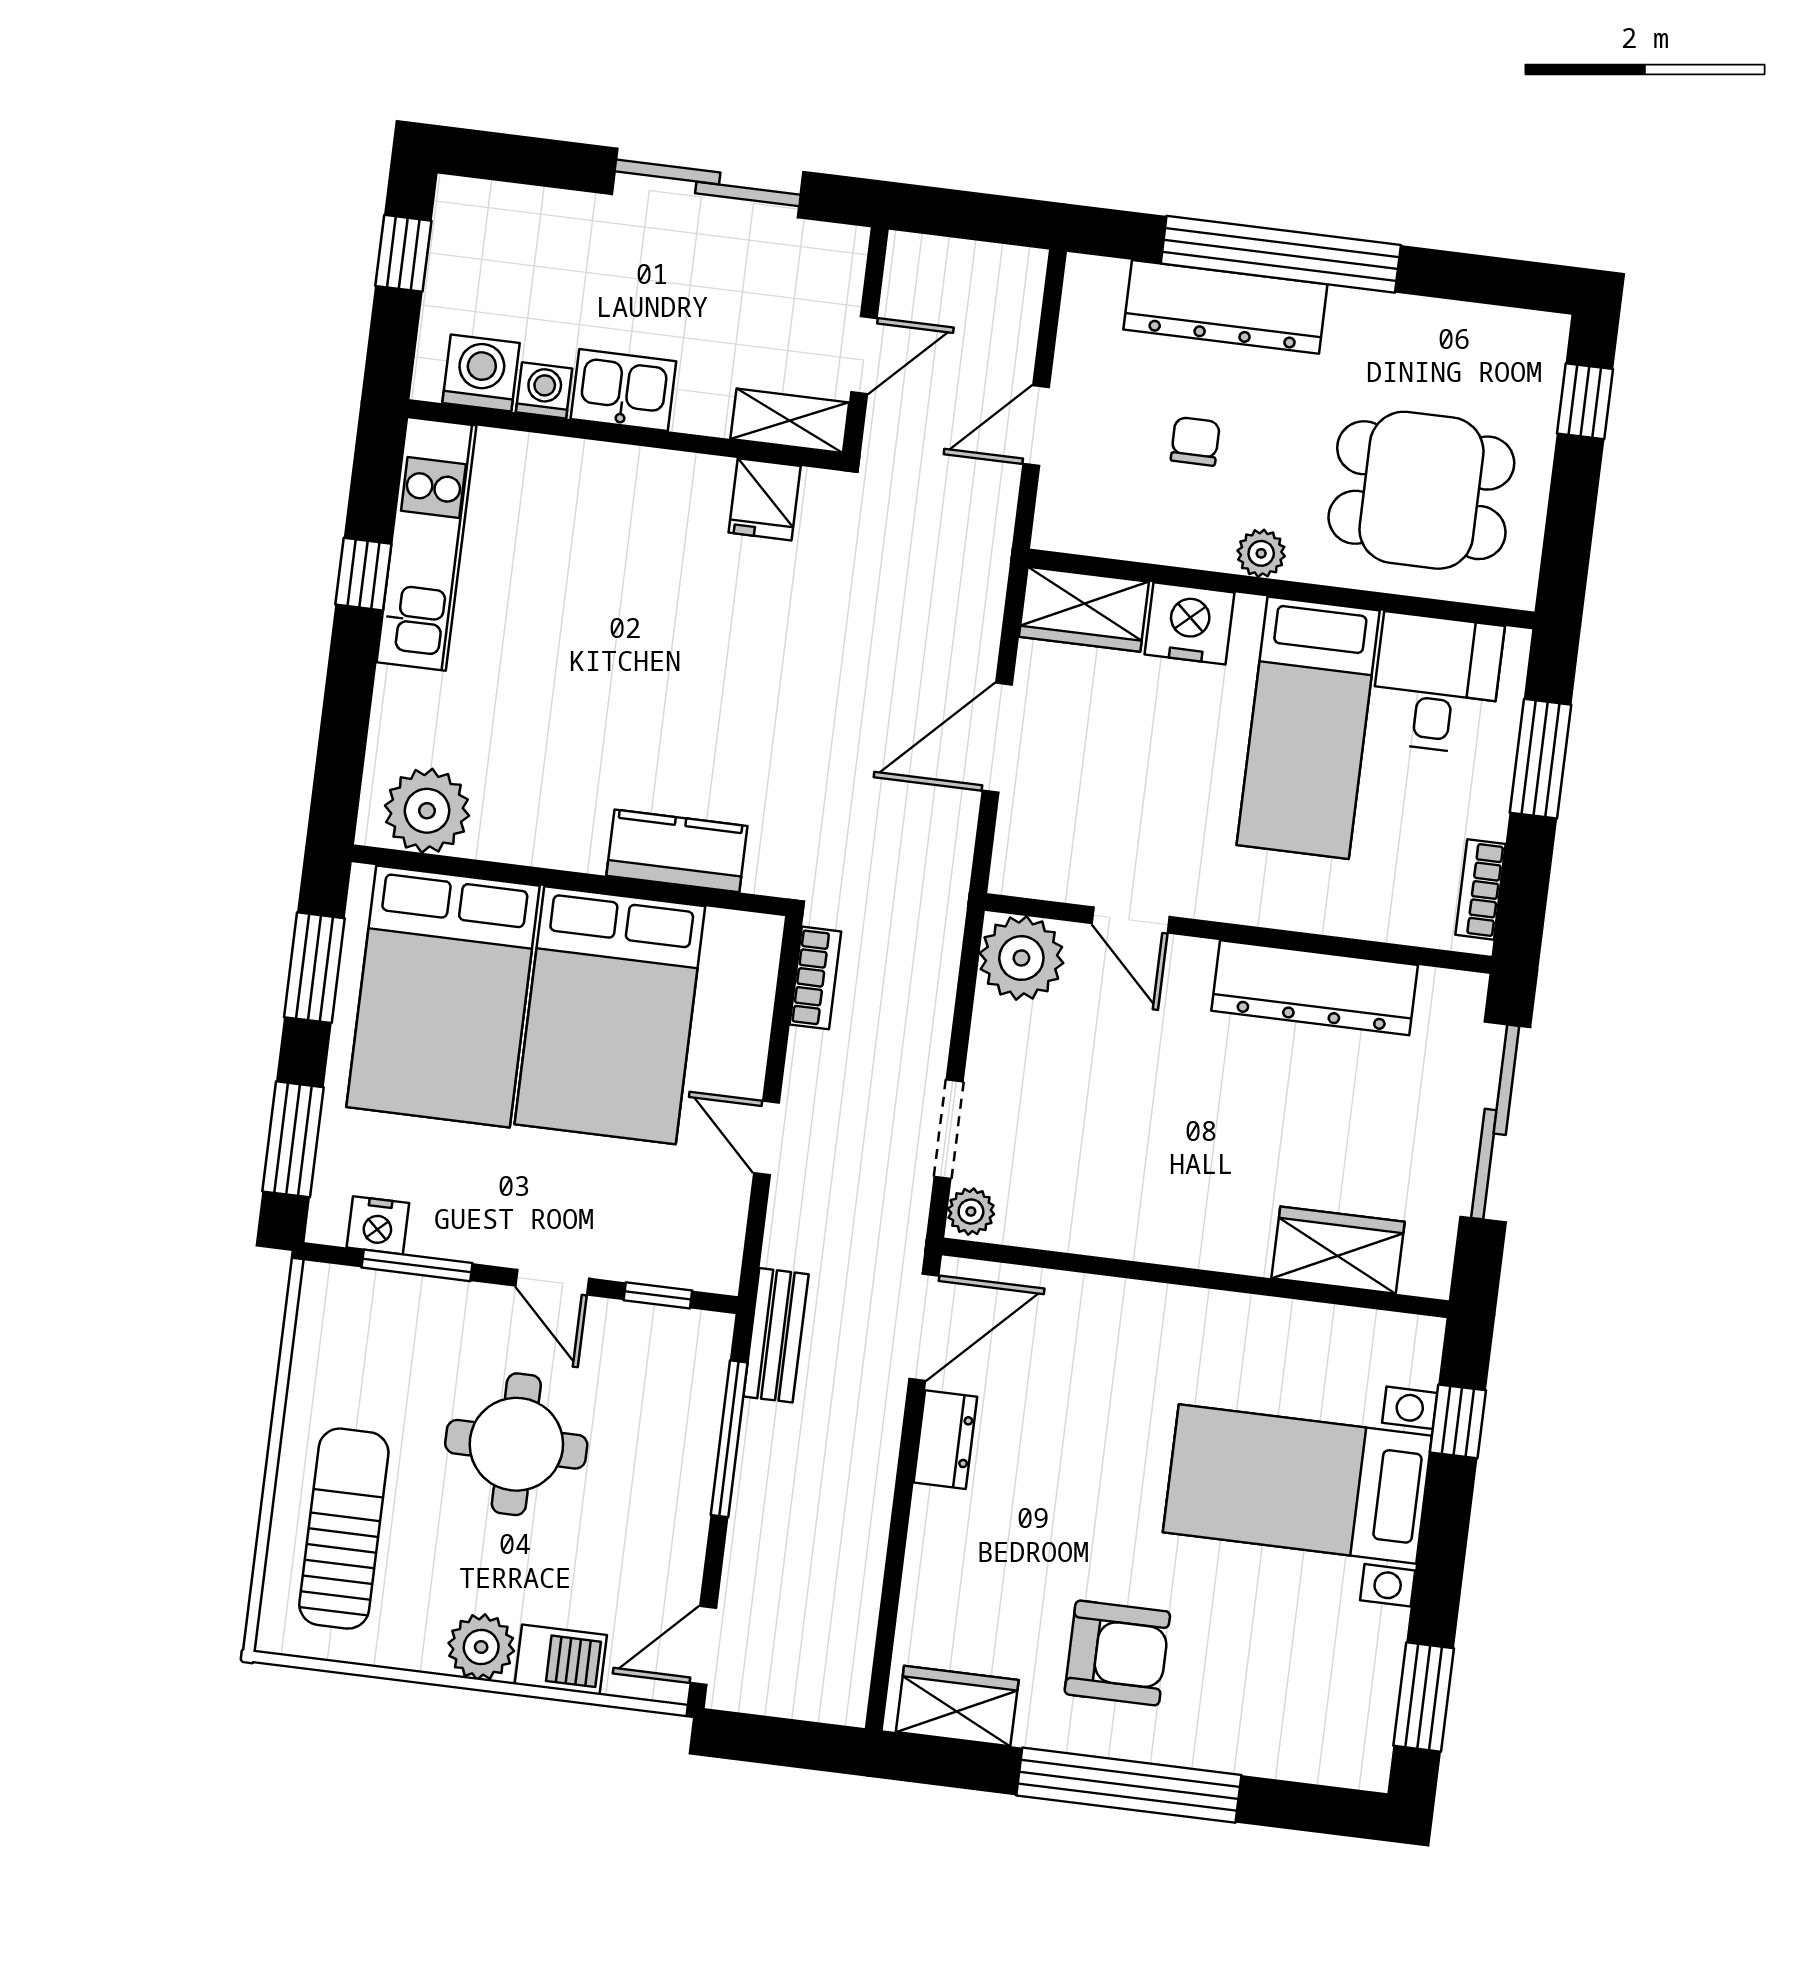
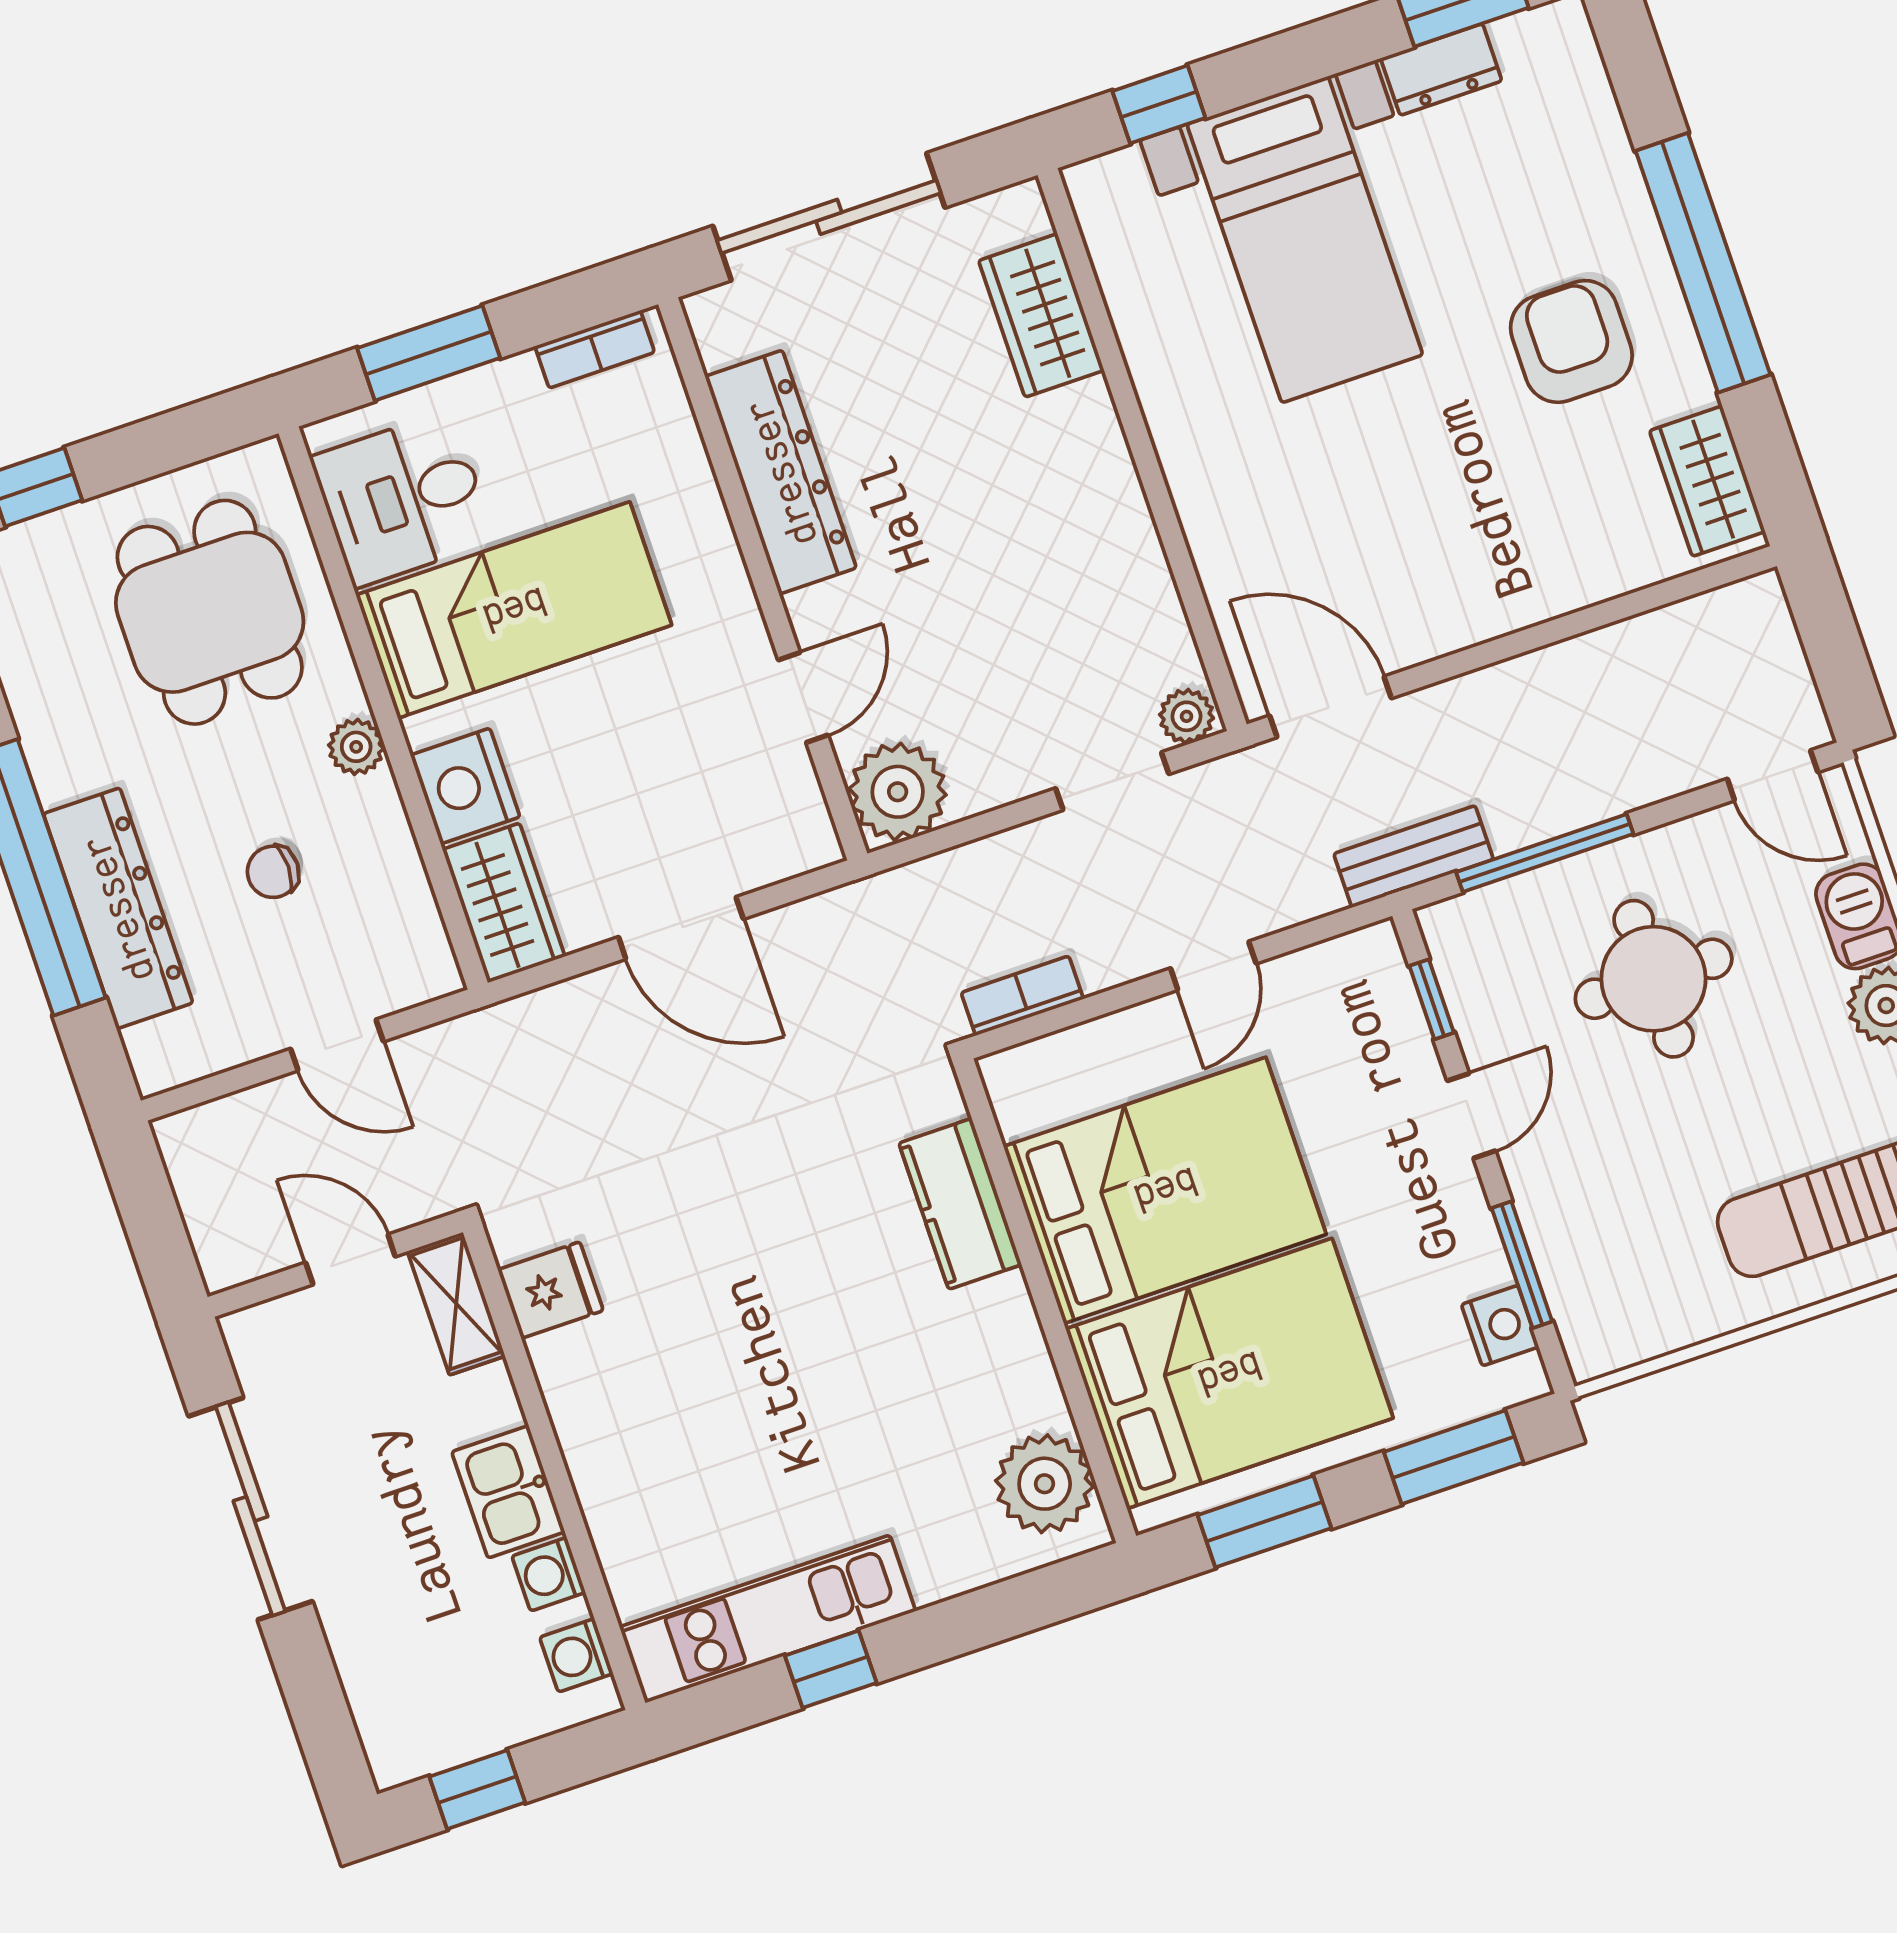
washing machine: (481, 373) -> (576, 1655), width x0.73, depth x0.73
dresser: (945, 1440) -> (1441, 70), moved, turned 180
round table: (516, 1444) -> (1654, 979), moved

